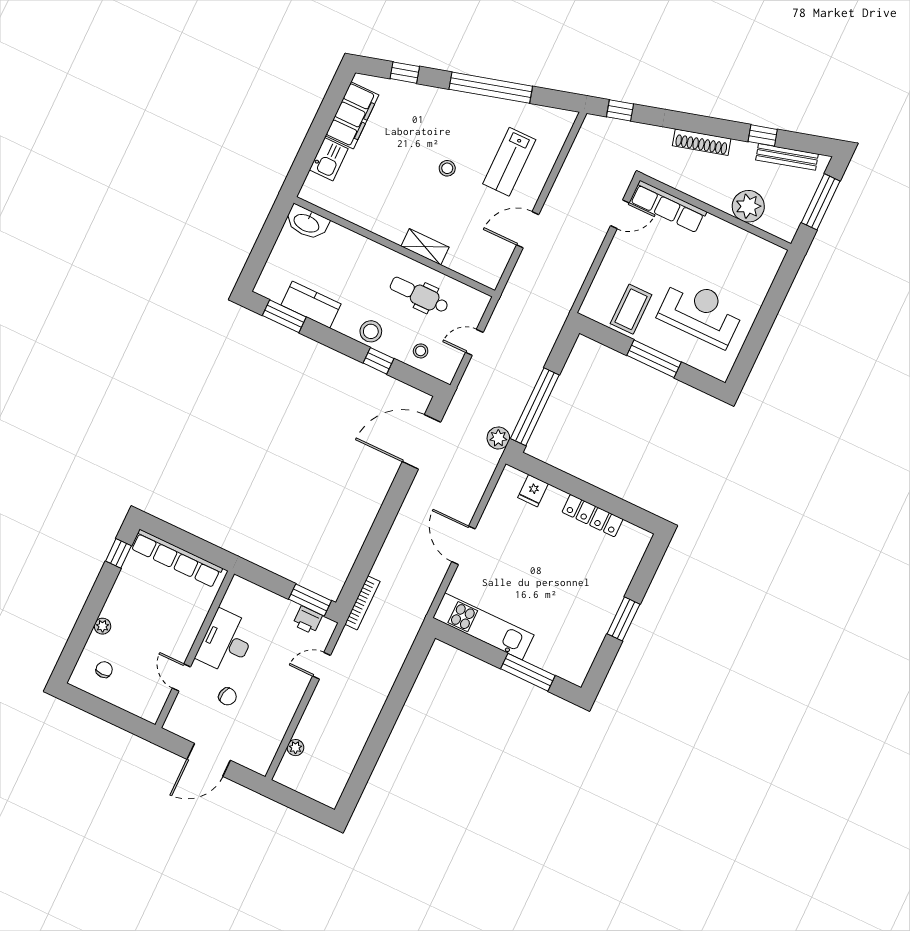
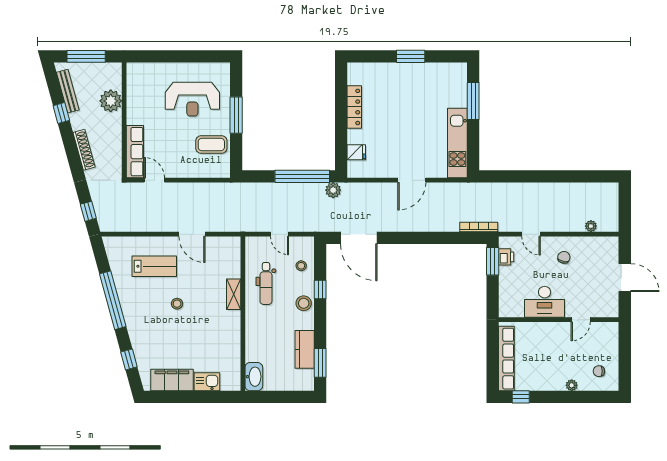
reception desk: (701, 312) -> (192, 99), turned -90
chair: (228, 696) -> (564, 257), moved

